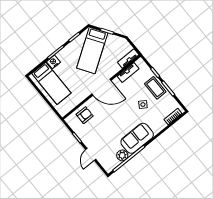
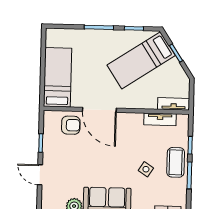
nightstand: (53, 62) -> (87, 36), removed
bed: (51, 83) -> (58, 77), moved, turned 180
door: (101, 87) -> (99, 110), moved
door: (91, 154) -> (40, 175), hinge flipped

